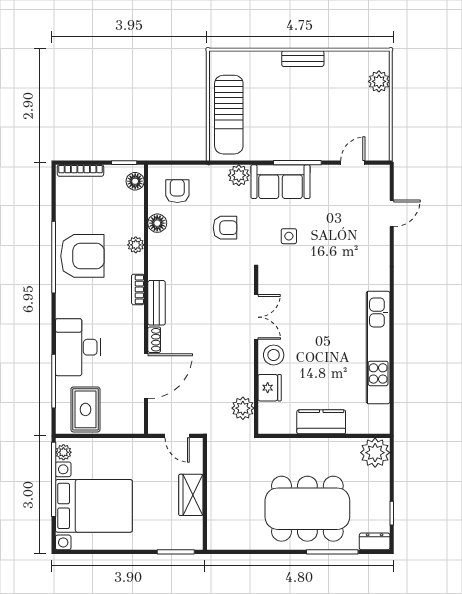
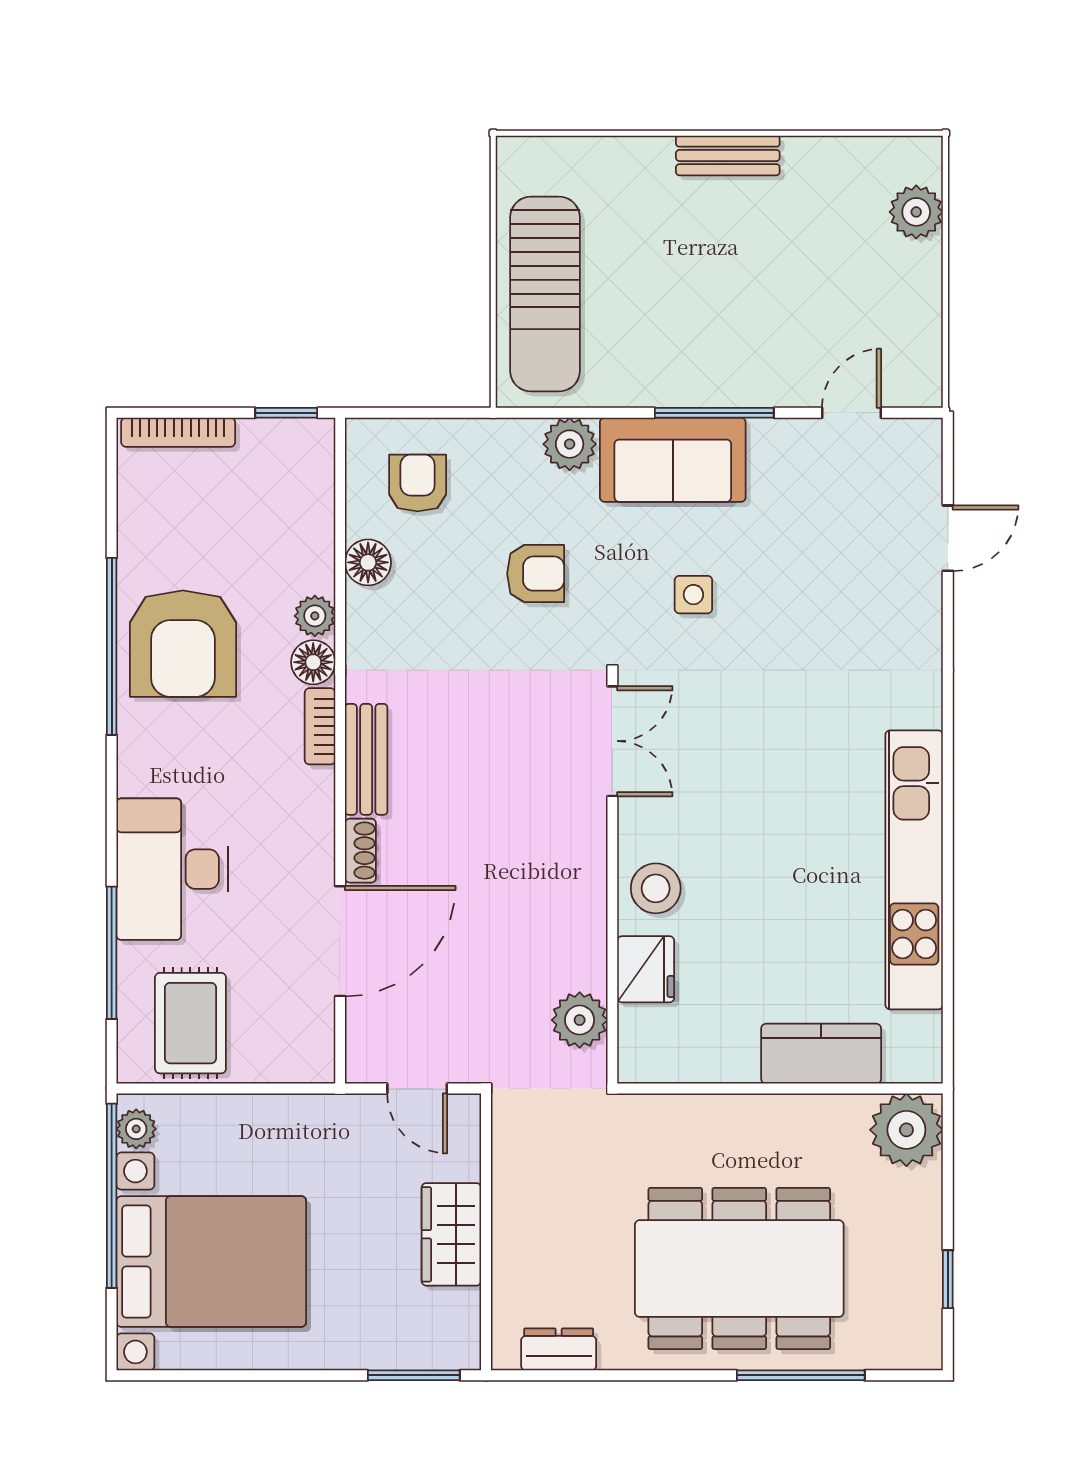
floor lamp: (135, 181) -> (313, 662), moved
armchair: (82, 256) -> (183, 644), turned 90
double door: (256, 317) -> (612, 741), moved
kitchen counter: (321, 422) -> (821, 1054), moved
dresser: (375, 541) -> (559, 1349), moved

